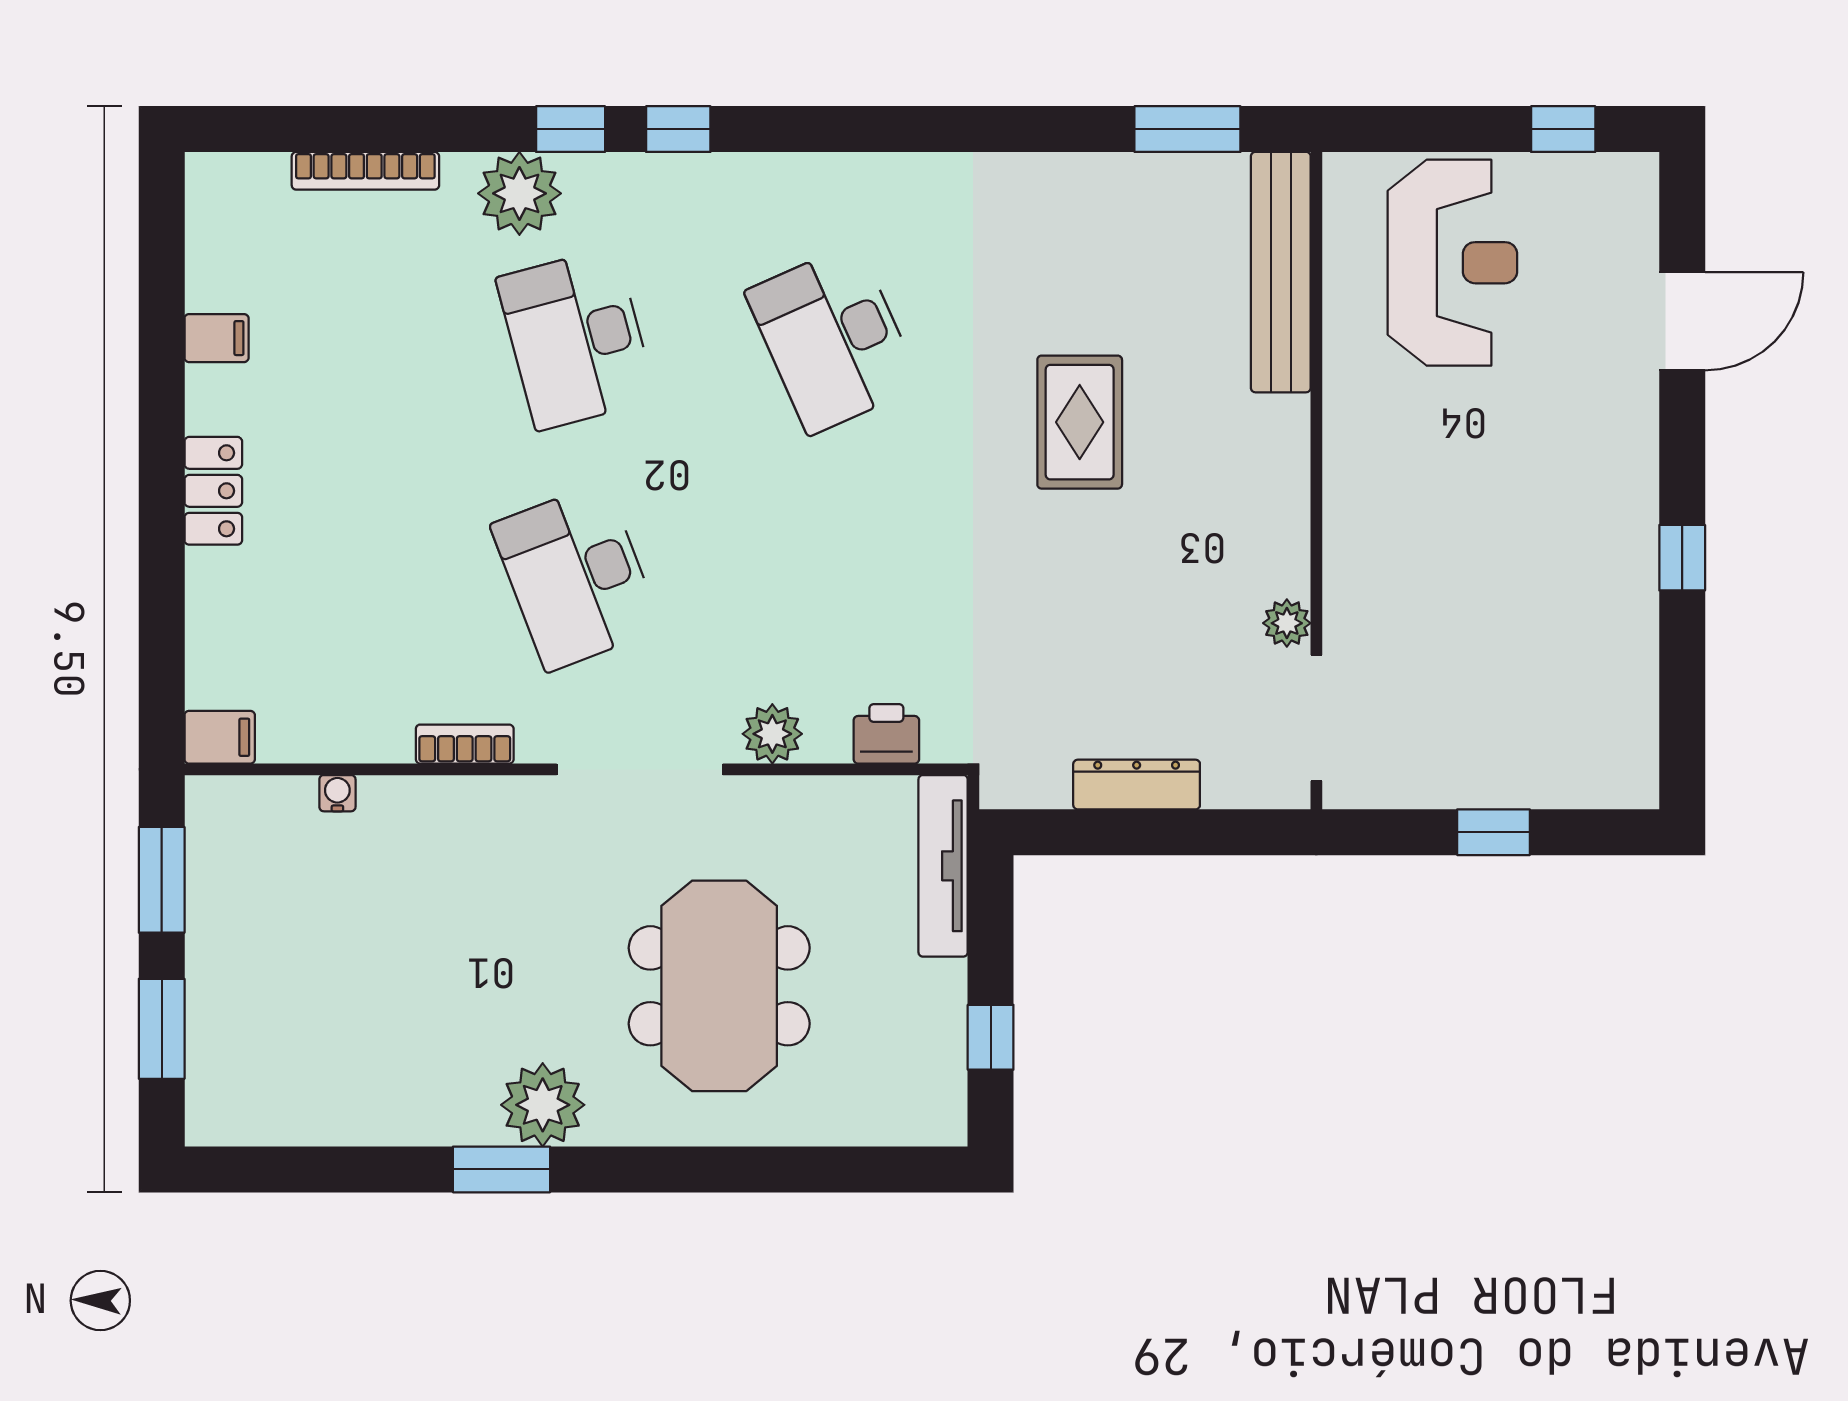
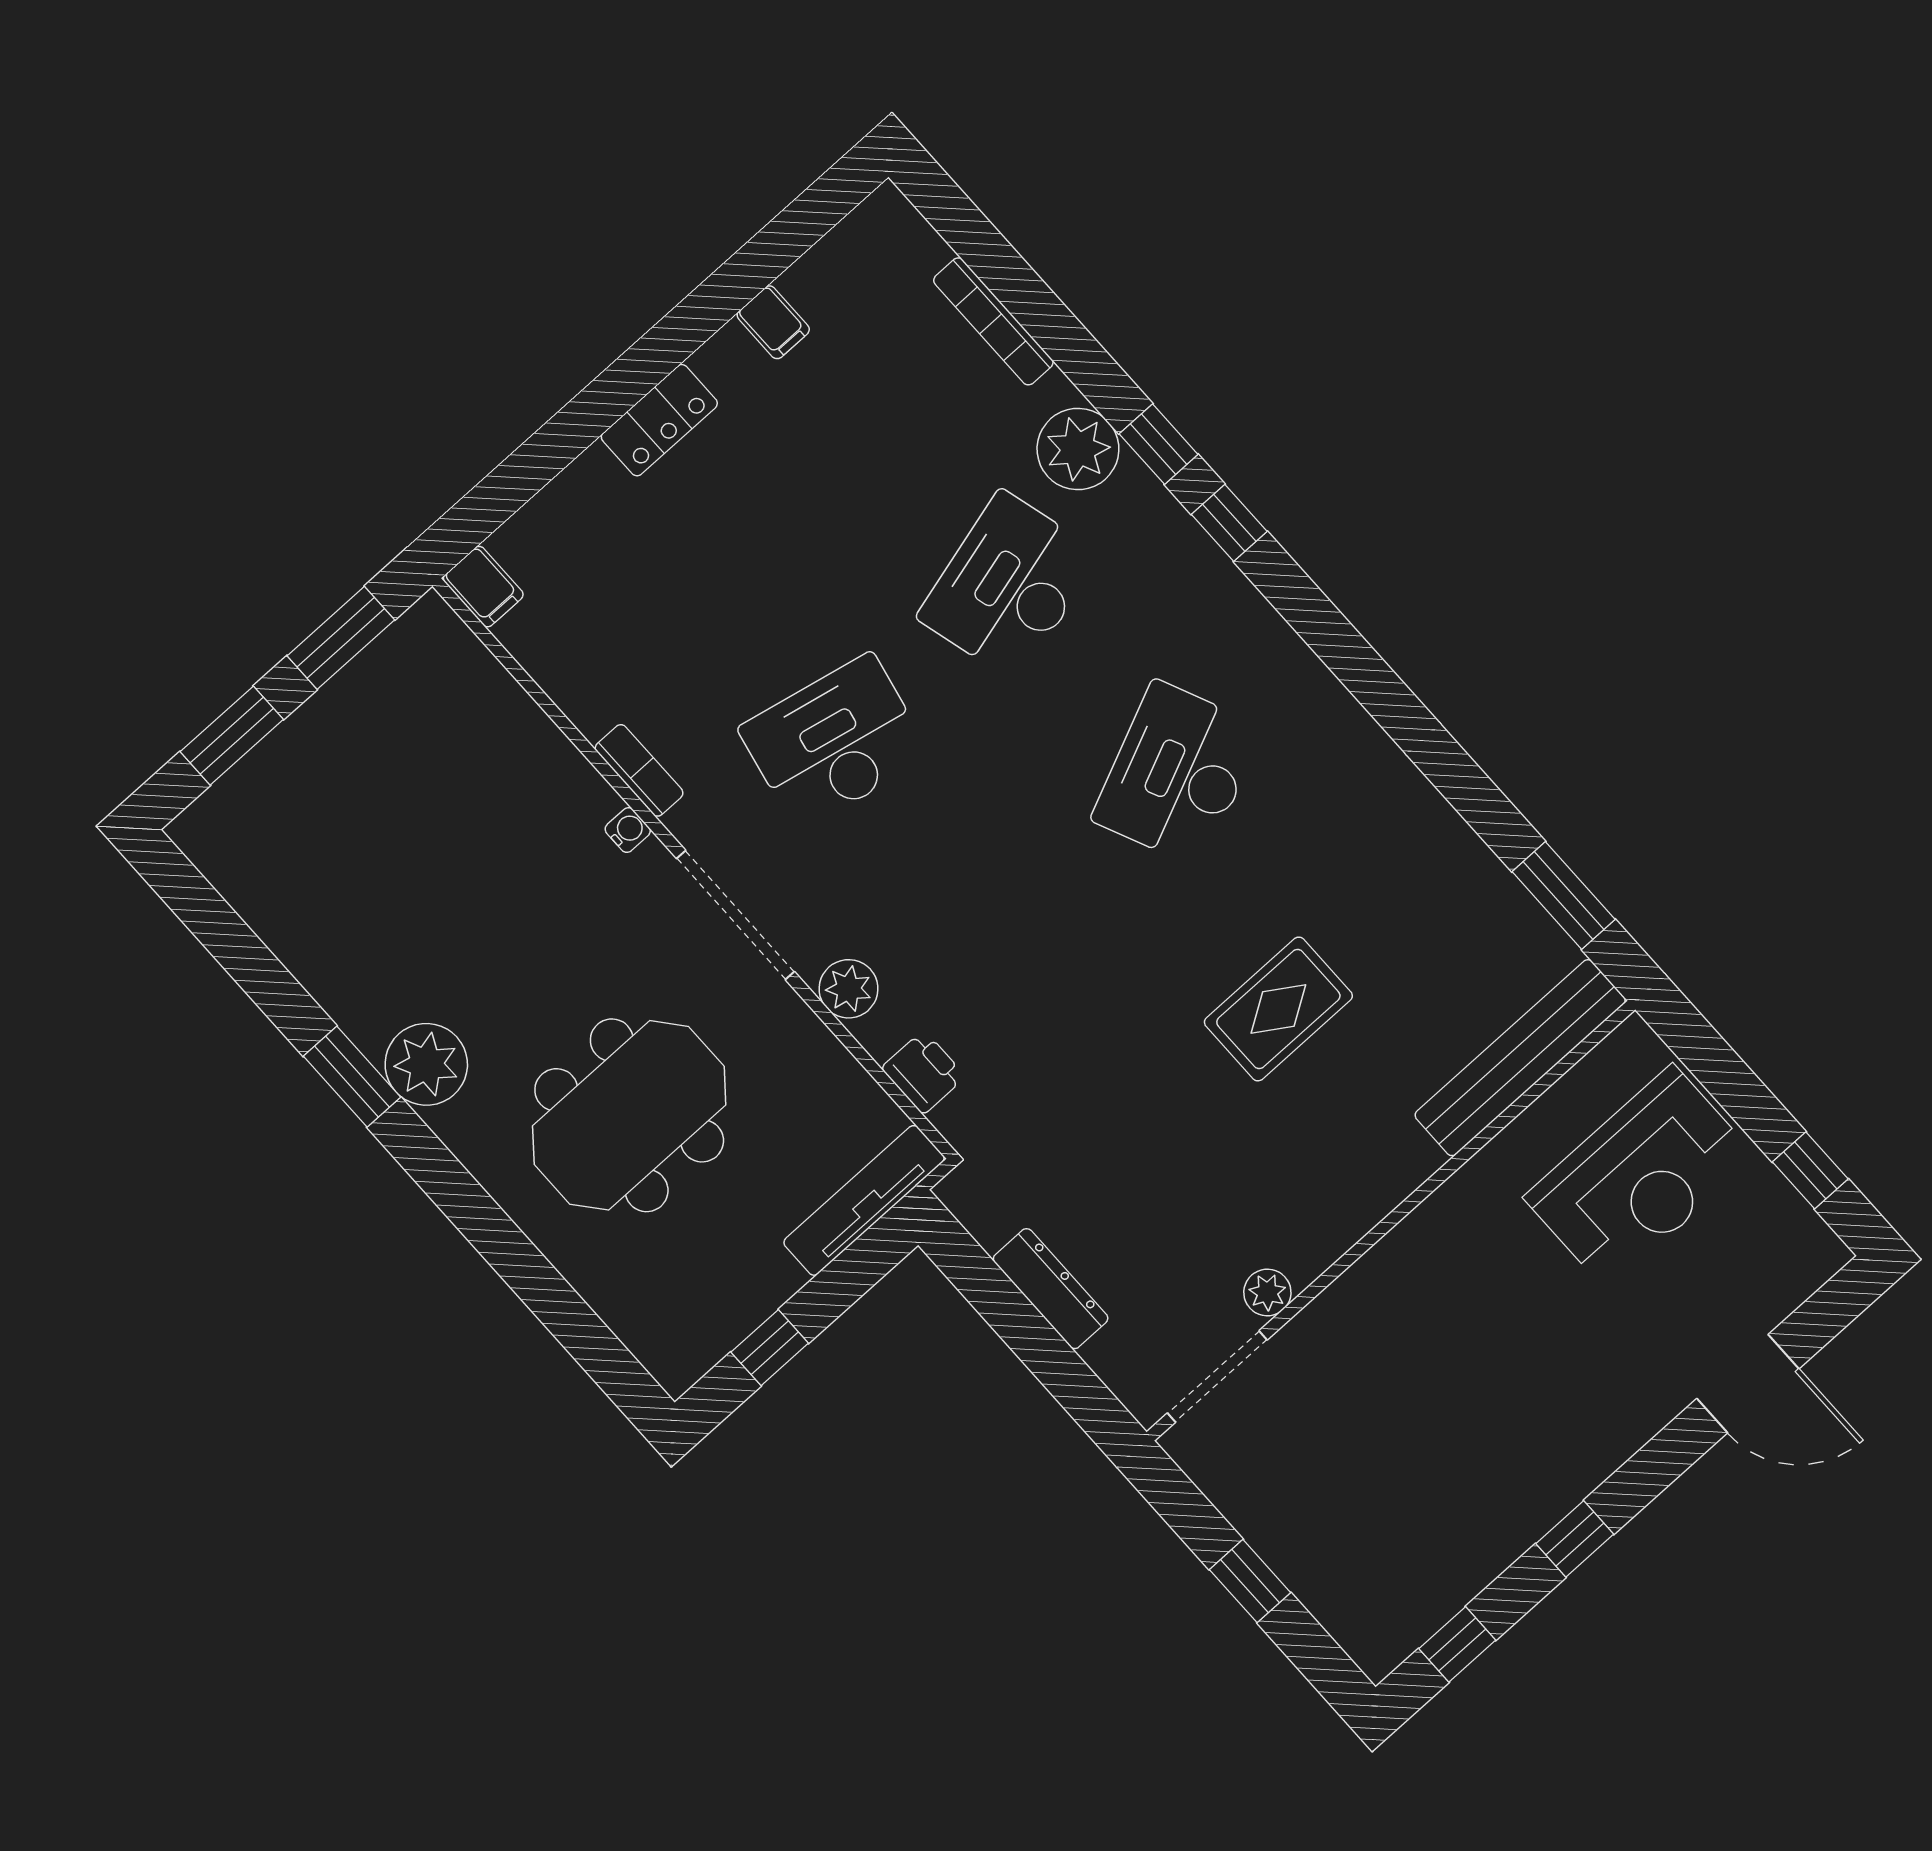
desk: (576, 577) -> (835, 742), turned 33
window: (1682, 718) -> (1457, 1644), added
water cooler: (337, 793) -> (628, 830), moved

